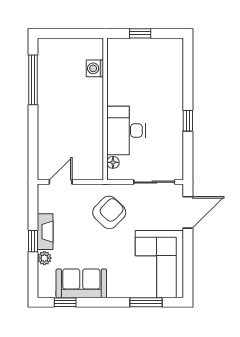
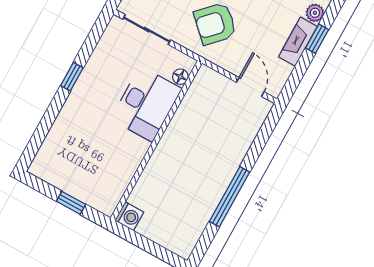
washing machine: (95, 68) -> (129, 216), moved
window: (33, 80) -> (230, 197), moved
door: (61, 182) -> (250, 87), swing flipped

